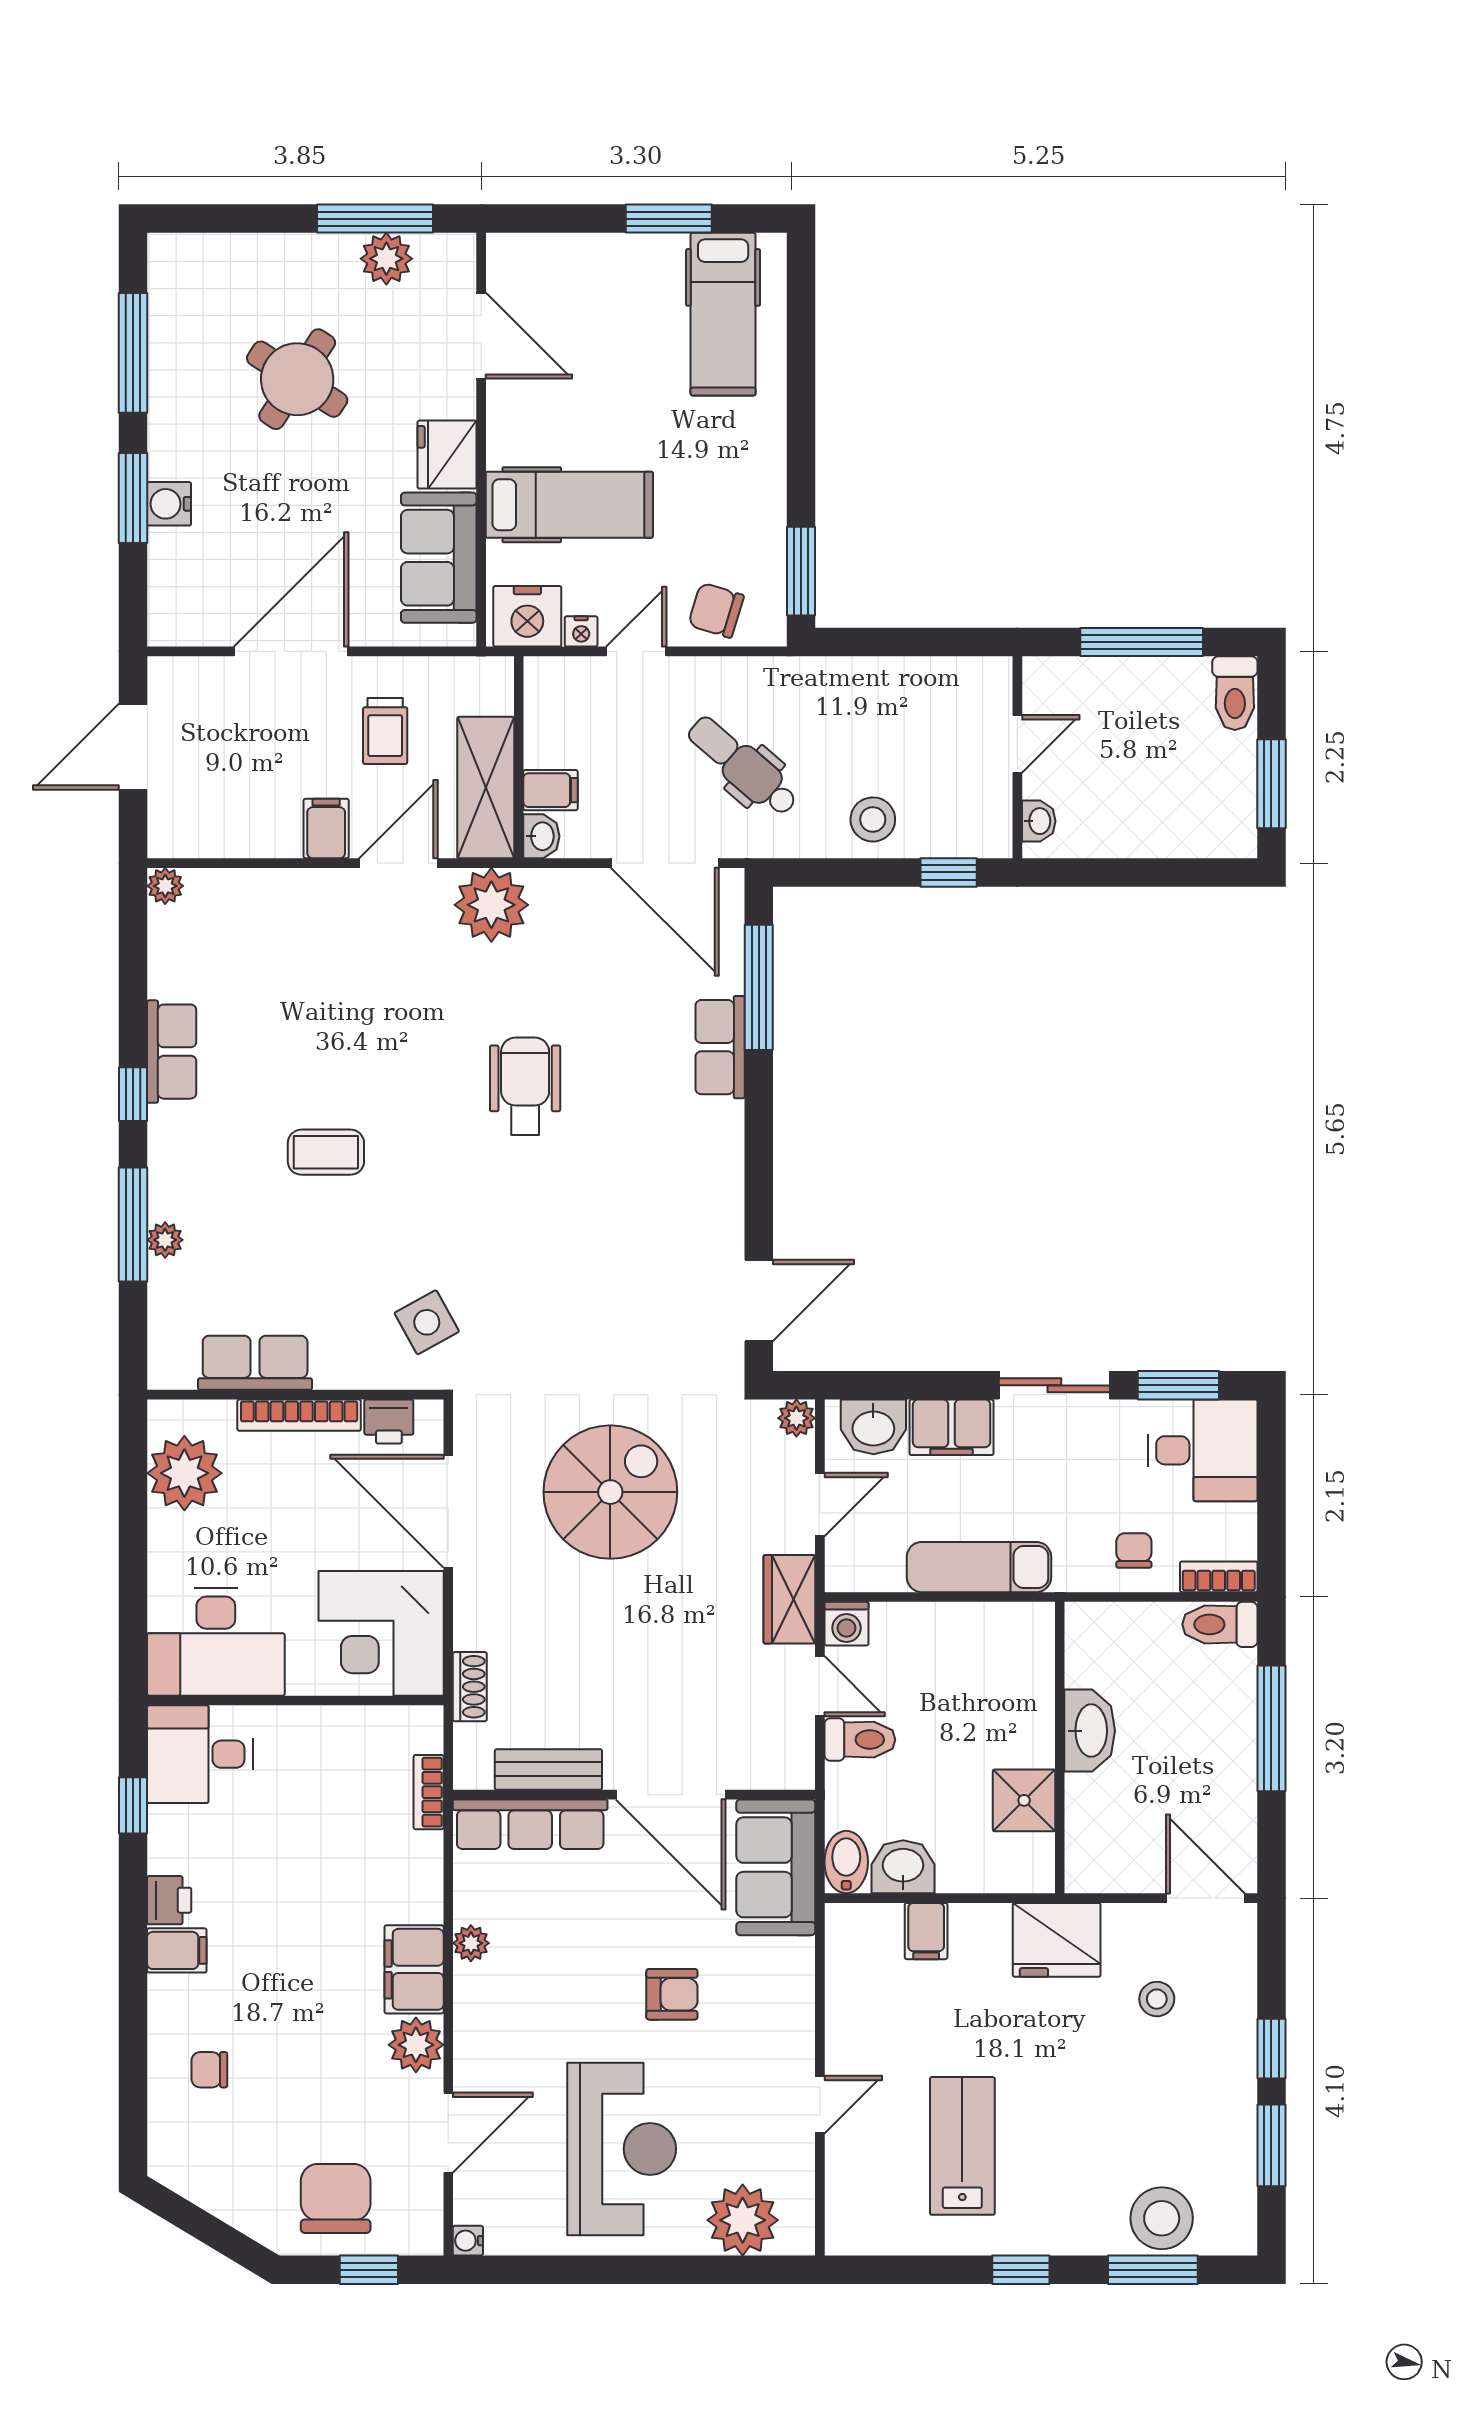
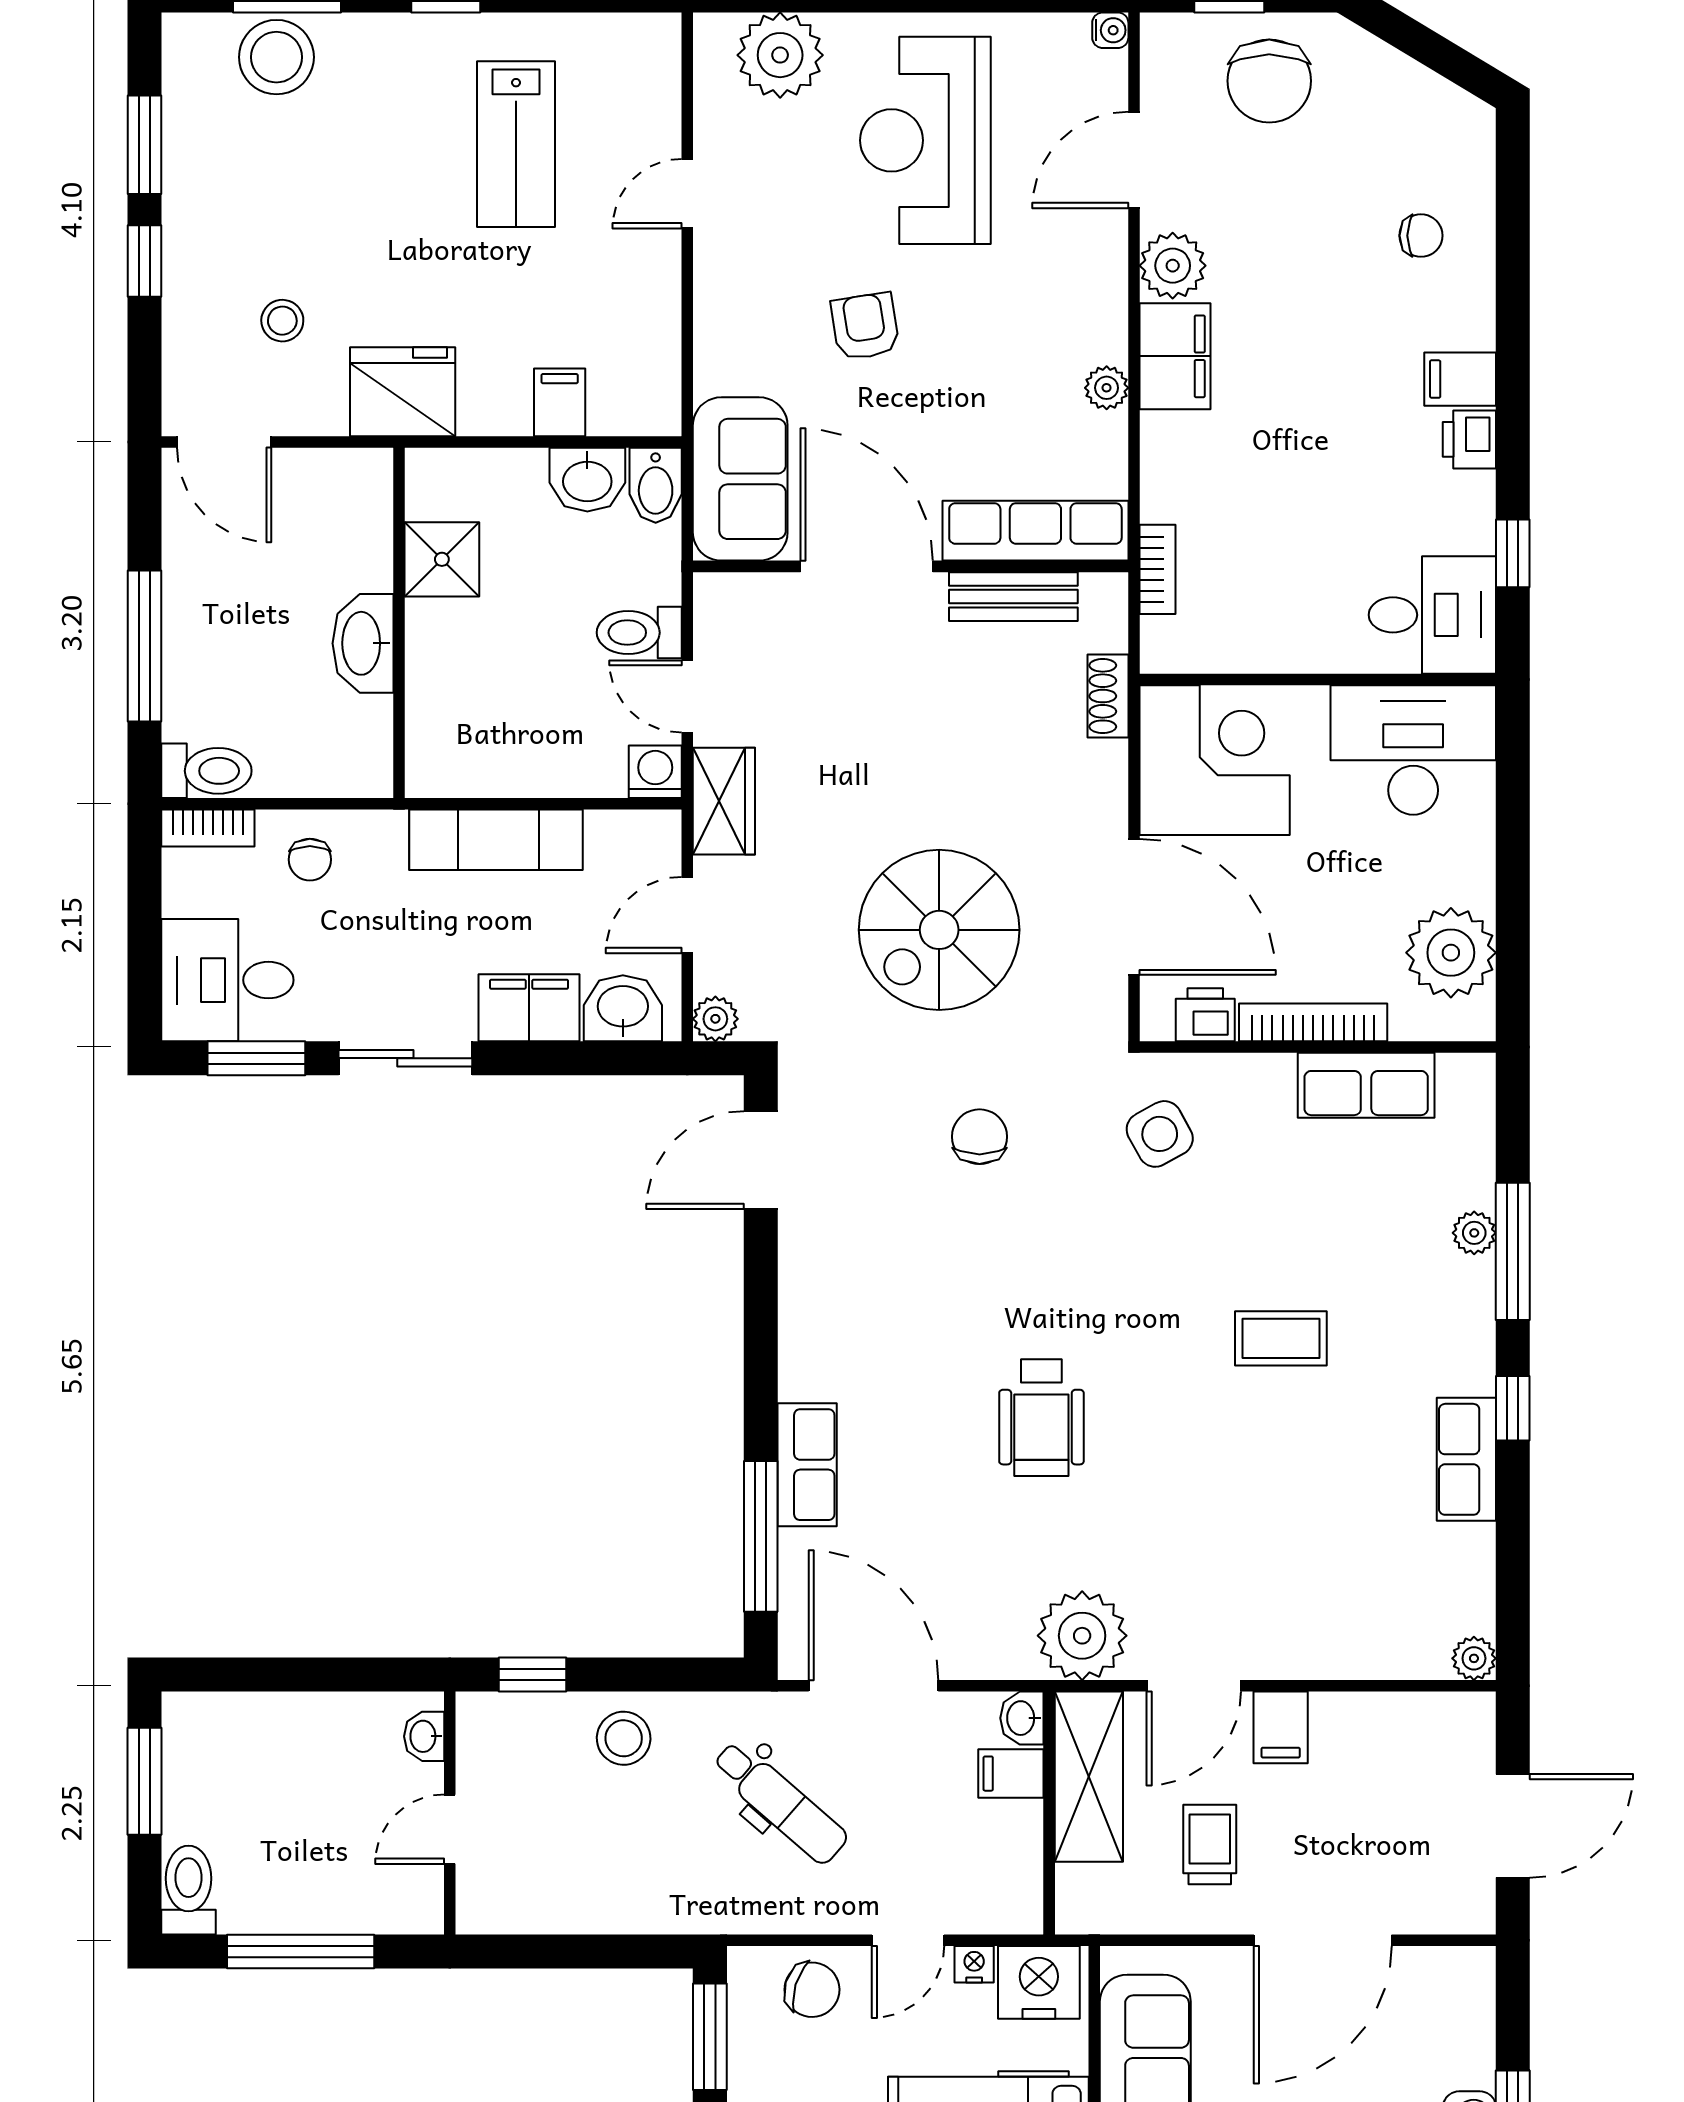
chair: (577, 1320) -> (980, 1137), added
armchair: (672, 1994) -> (865, 326), turned 81

